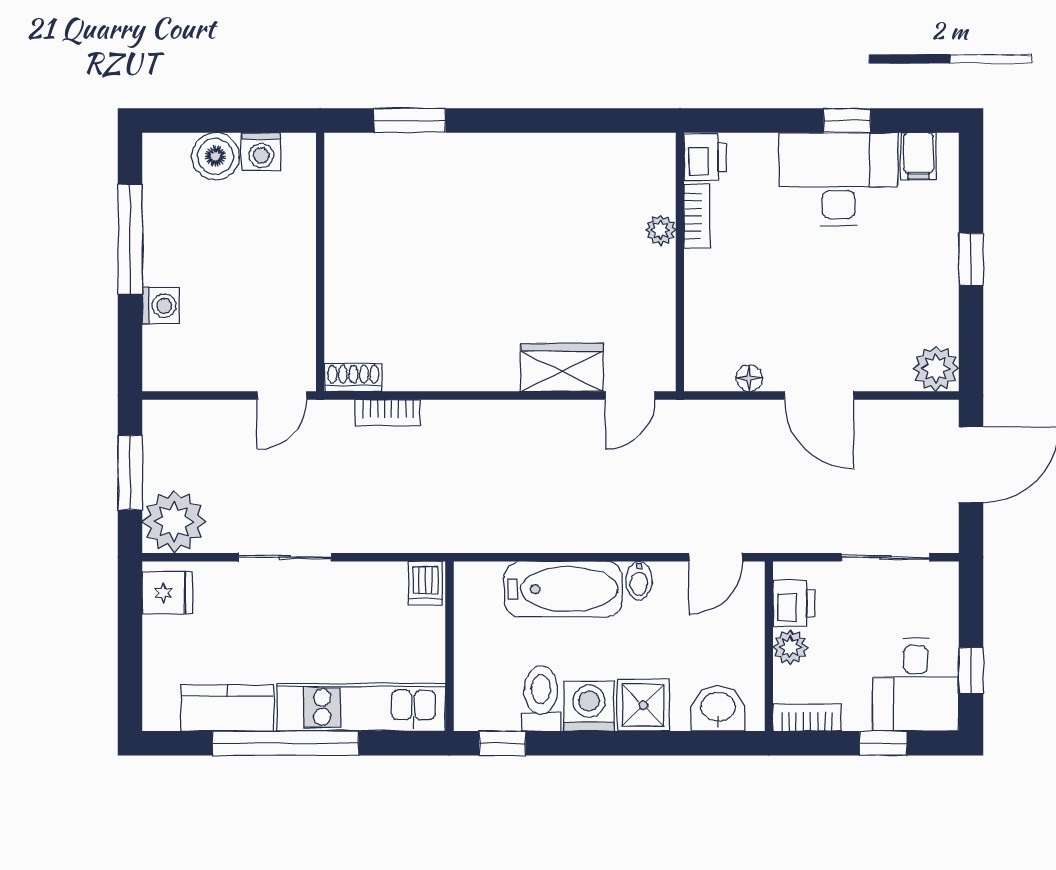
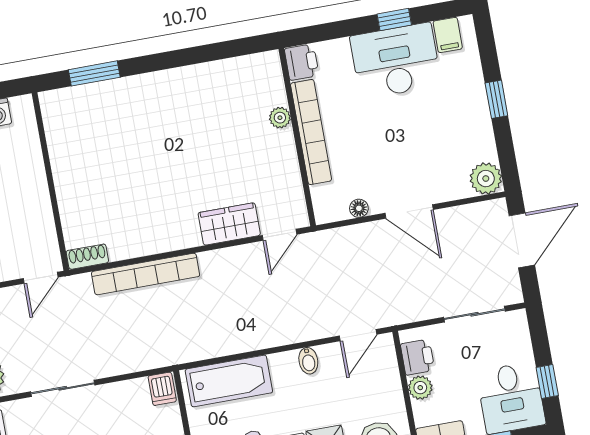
bookcase: (697, 216) -> (311, 132), width x2.31, depth x1.31
bookcase: (388, 413) -> (146, 274), width x2.31, depth x1.31
bathtub: (563, 589) -> (229, 381), moved

